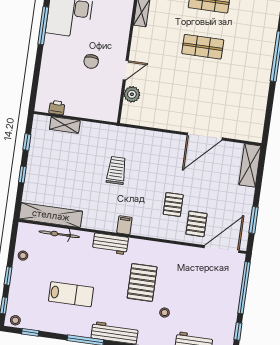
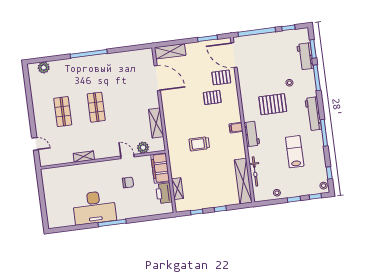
printer: (57, 108) -> (164, 193), width x1.87, depth x1.48
filing cabinet: (98, 110) -> (160, 168), added
shelving: (160, 121) -> (156, 123), added
door: (205, 136) -> (157, 78), moved

